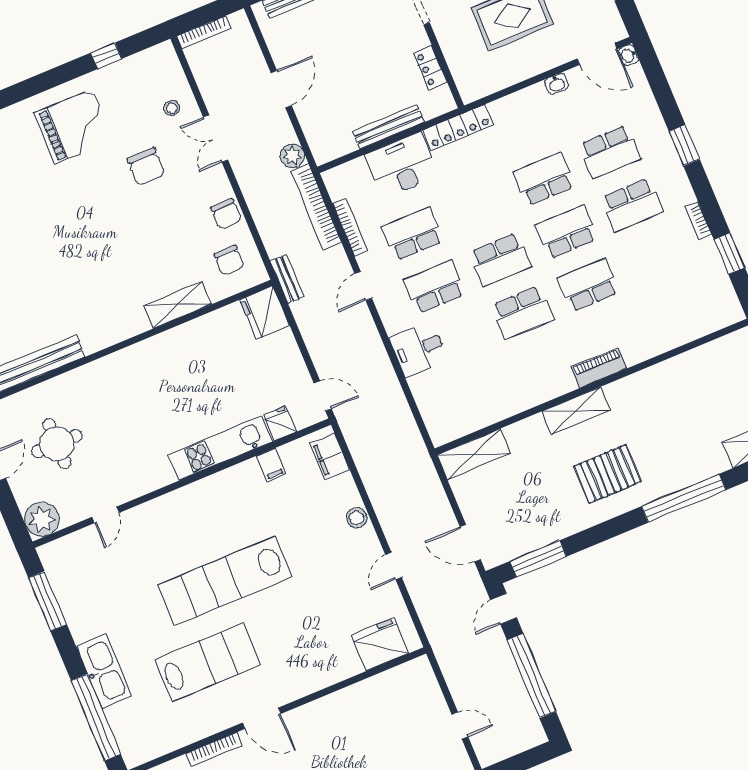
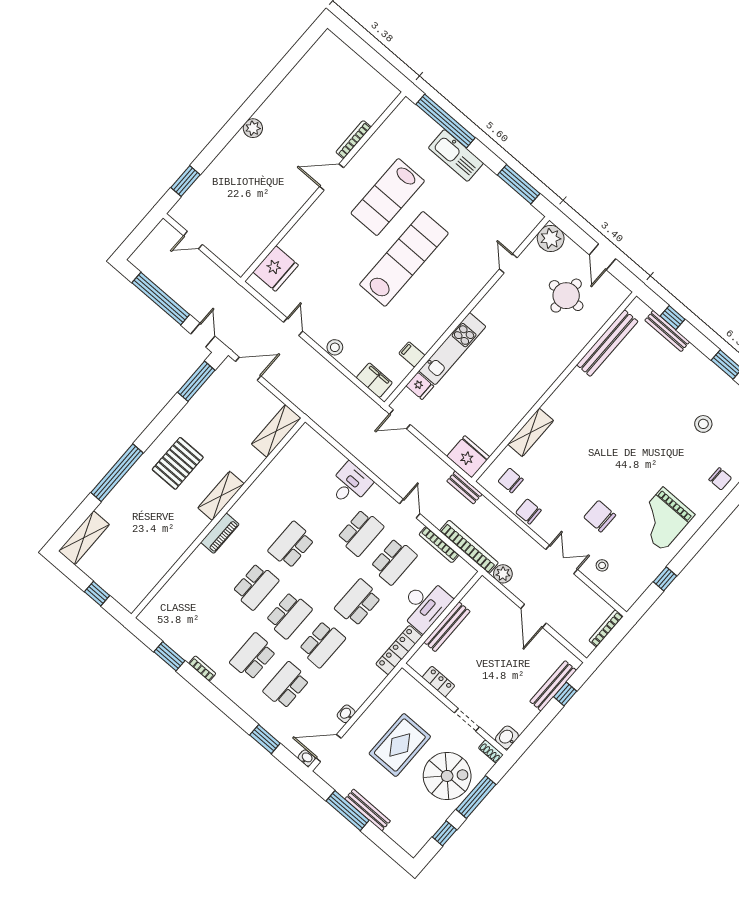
window: (684, 145) -> (265, 739), moved
school desk: (500, 259) -> (358, 603), moved

